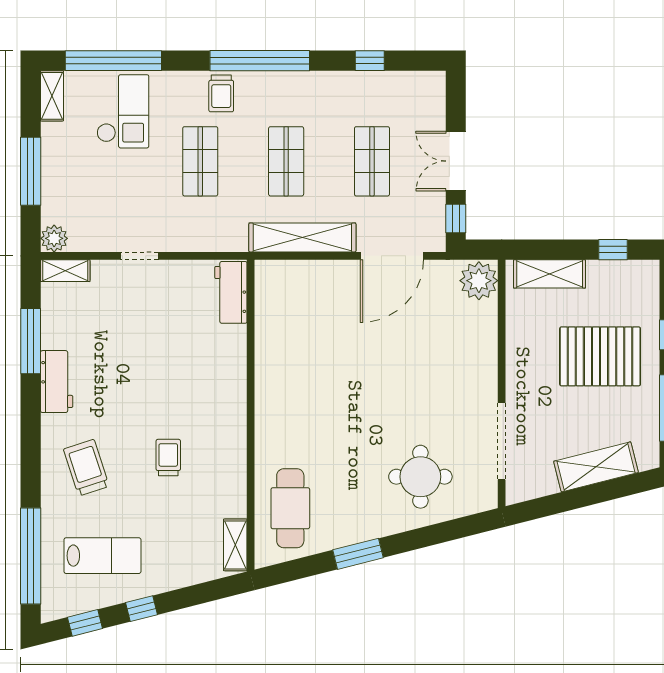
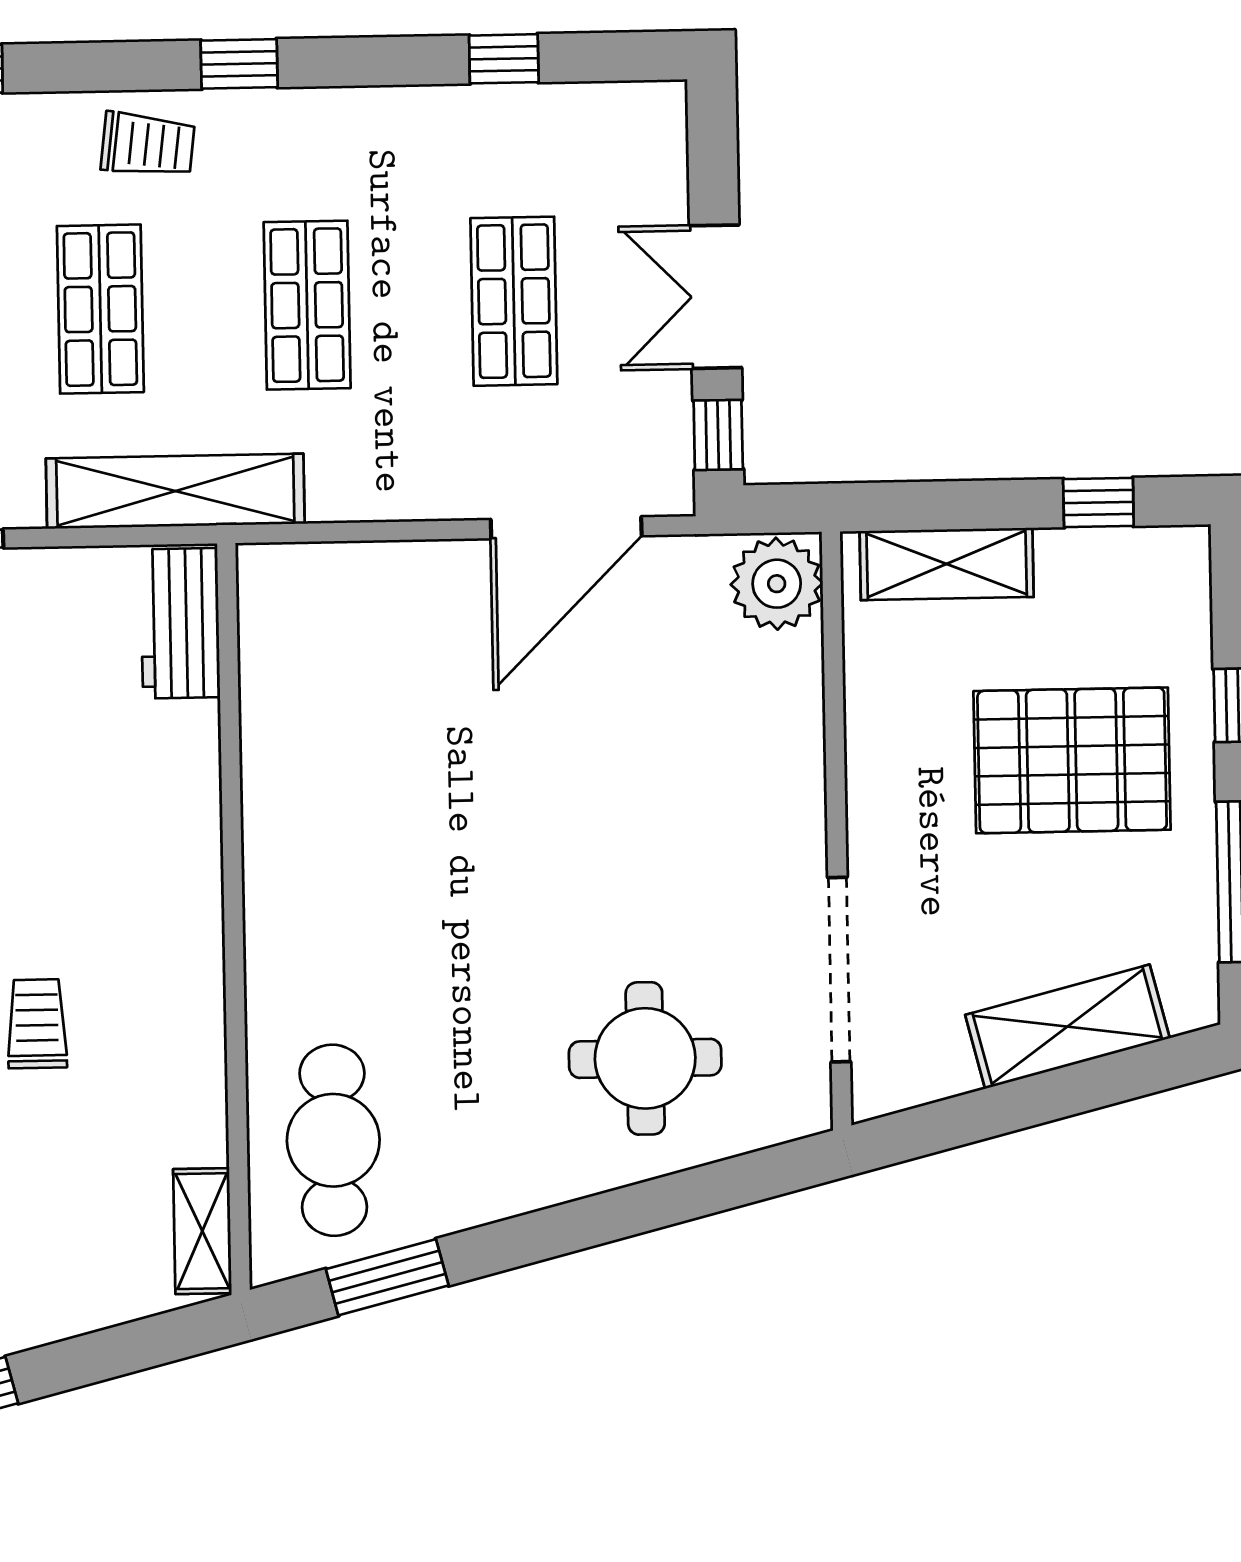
window: (260, 61) -> (239, 64), width x0.32
trolley: (221, 93) -> (148, 145), turned -83
shelving: (302, 237) -> (175, 491), moved
window: (358, 554) -> (387, 1277), moved

